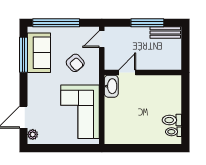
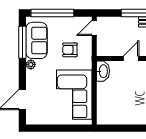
armchair: (75, 63) -> (70, 50), turned 131
door: (127, 72) -> (131, 59), moved
plant: (33, 134) -> (31, 64), moved

